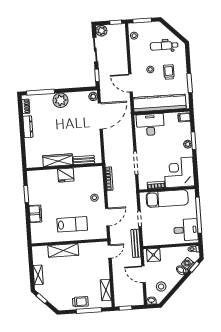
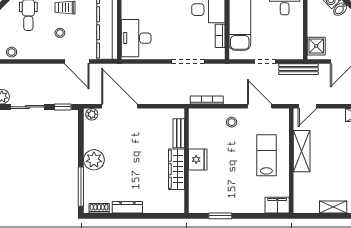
door: (130, 83) -> (77, 62), hinge flipped
filing cabinet: (35, 214) -> (277, 205), moved
shelving: (63, 250) -> (302, 151), moved
door: (110, 251) -> (307, 106), swing flipped

